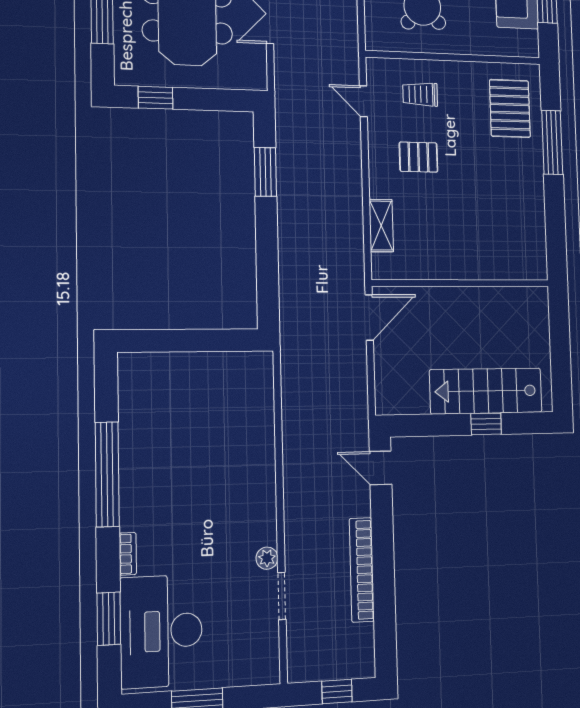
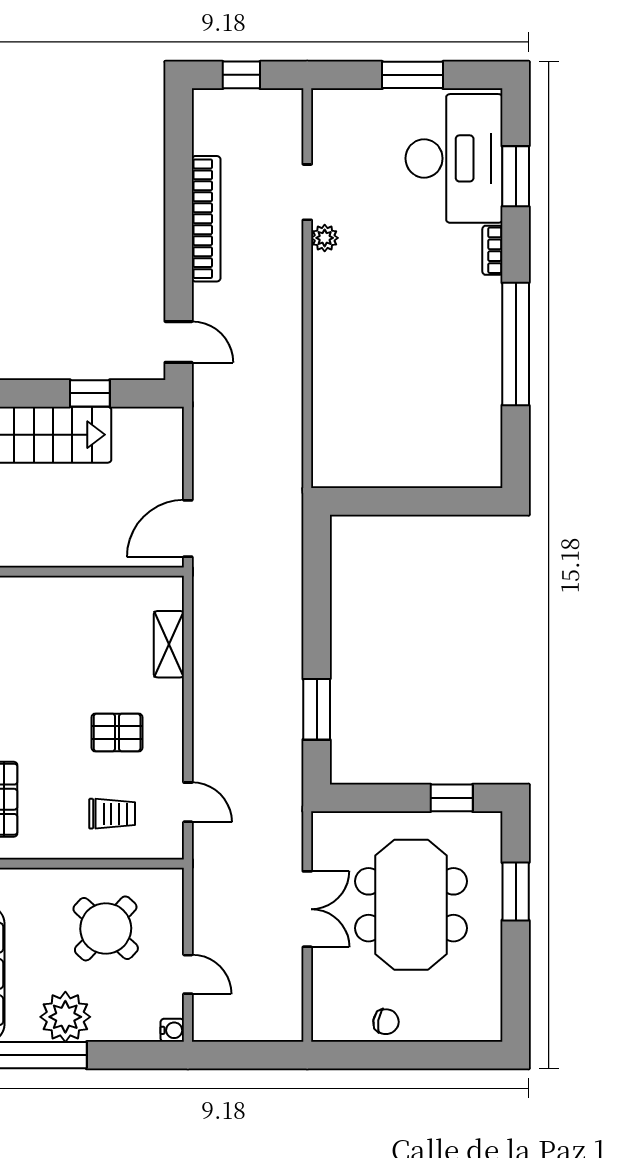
window: (486, 424) -> (90, 393), moved

